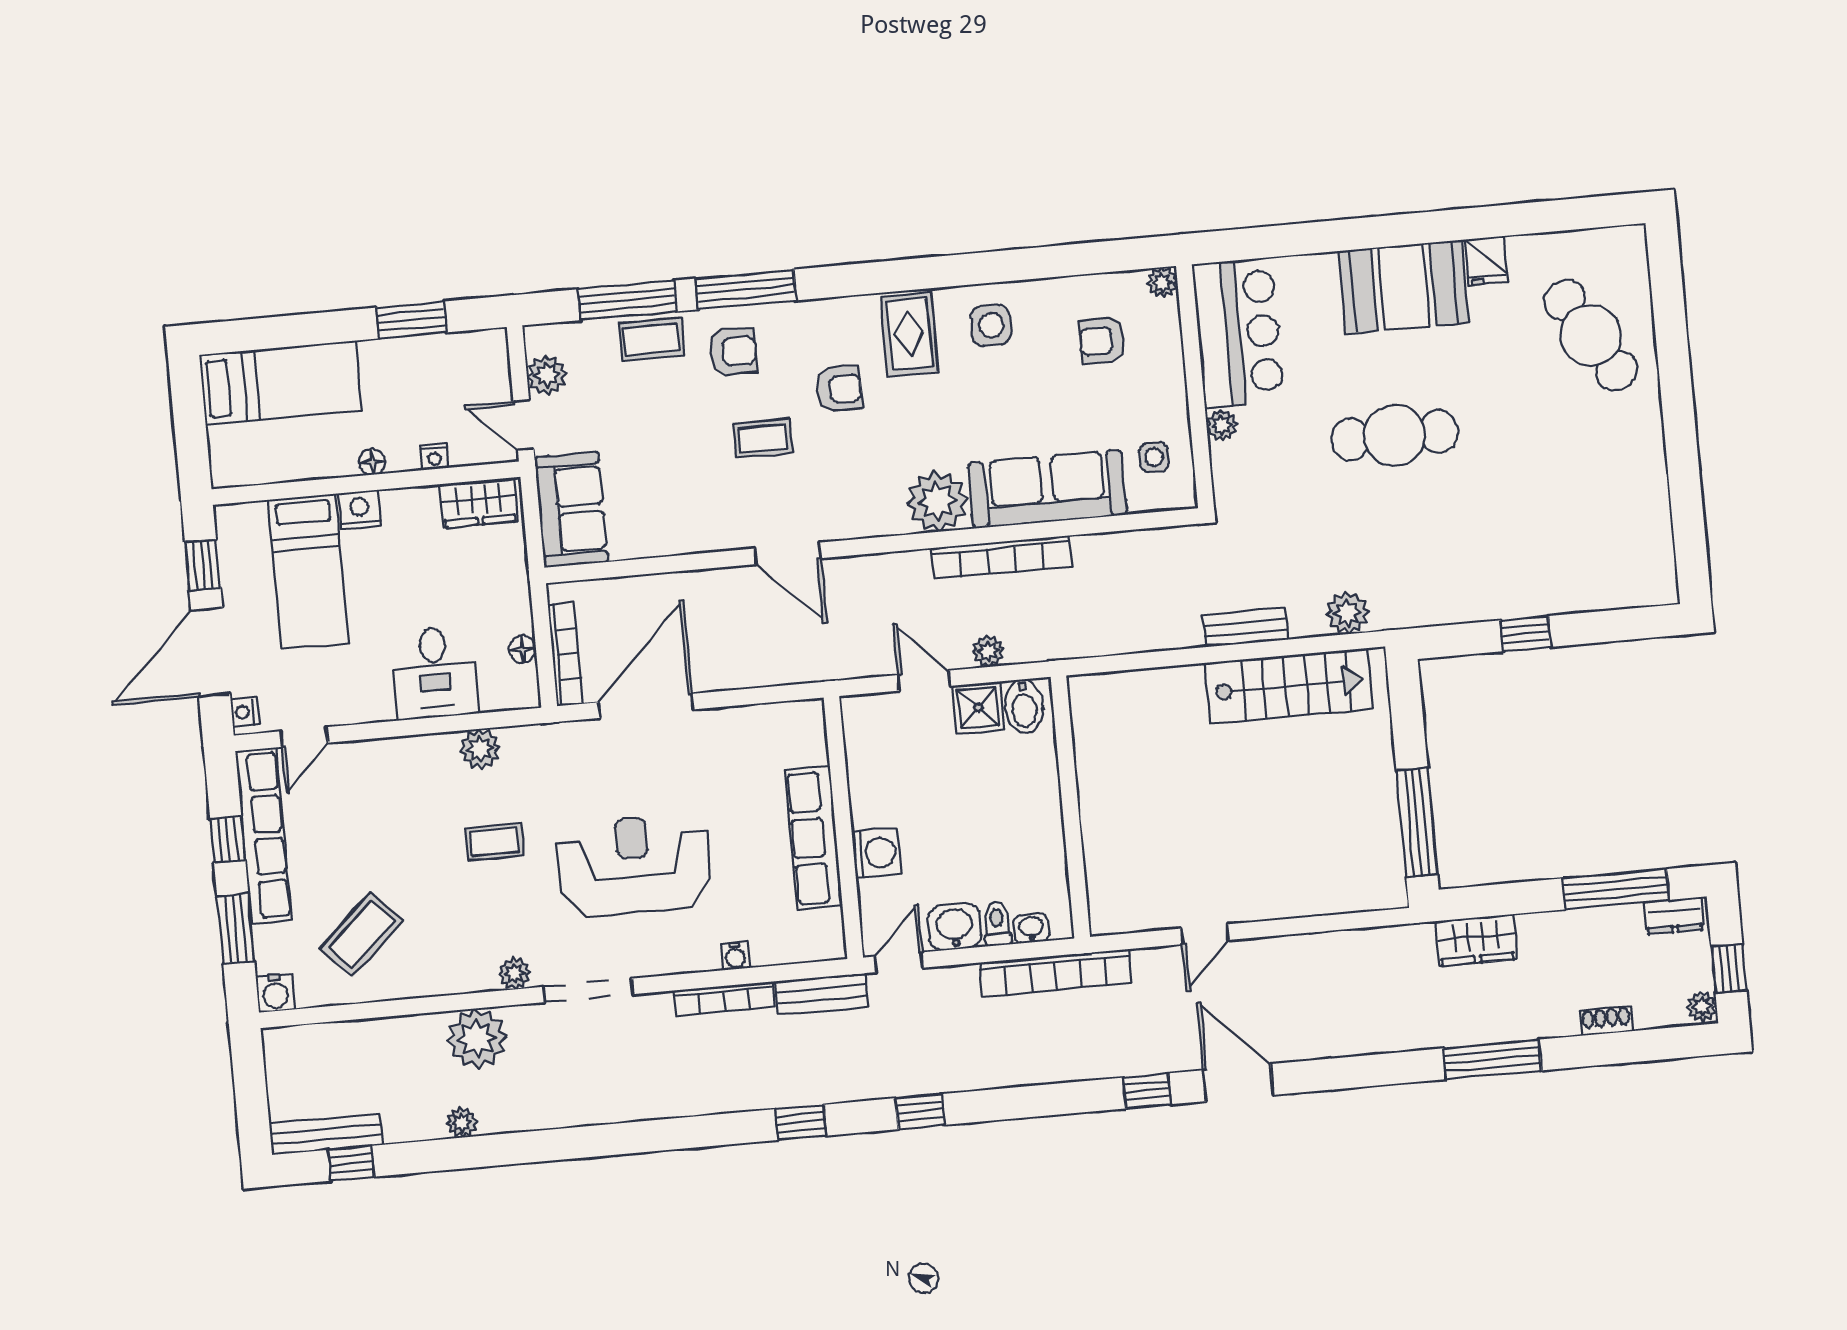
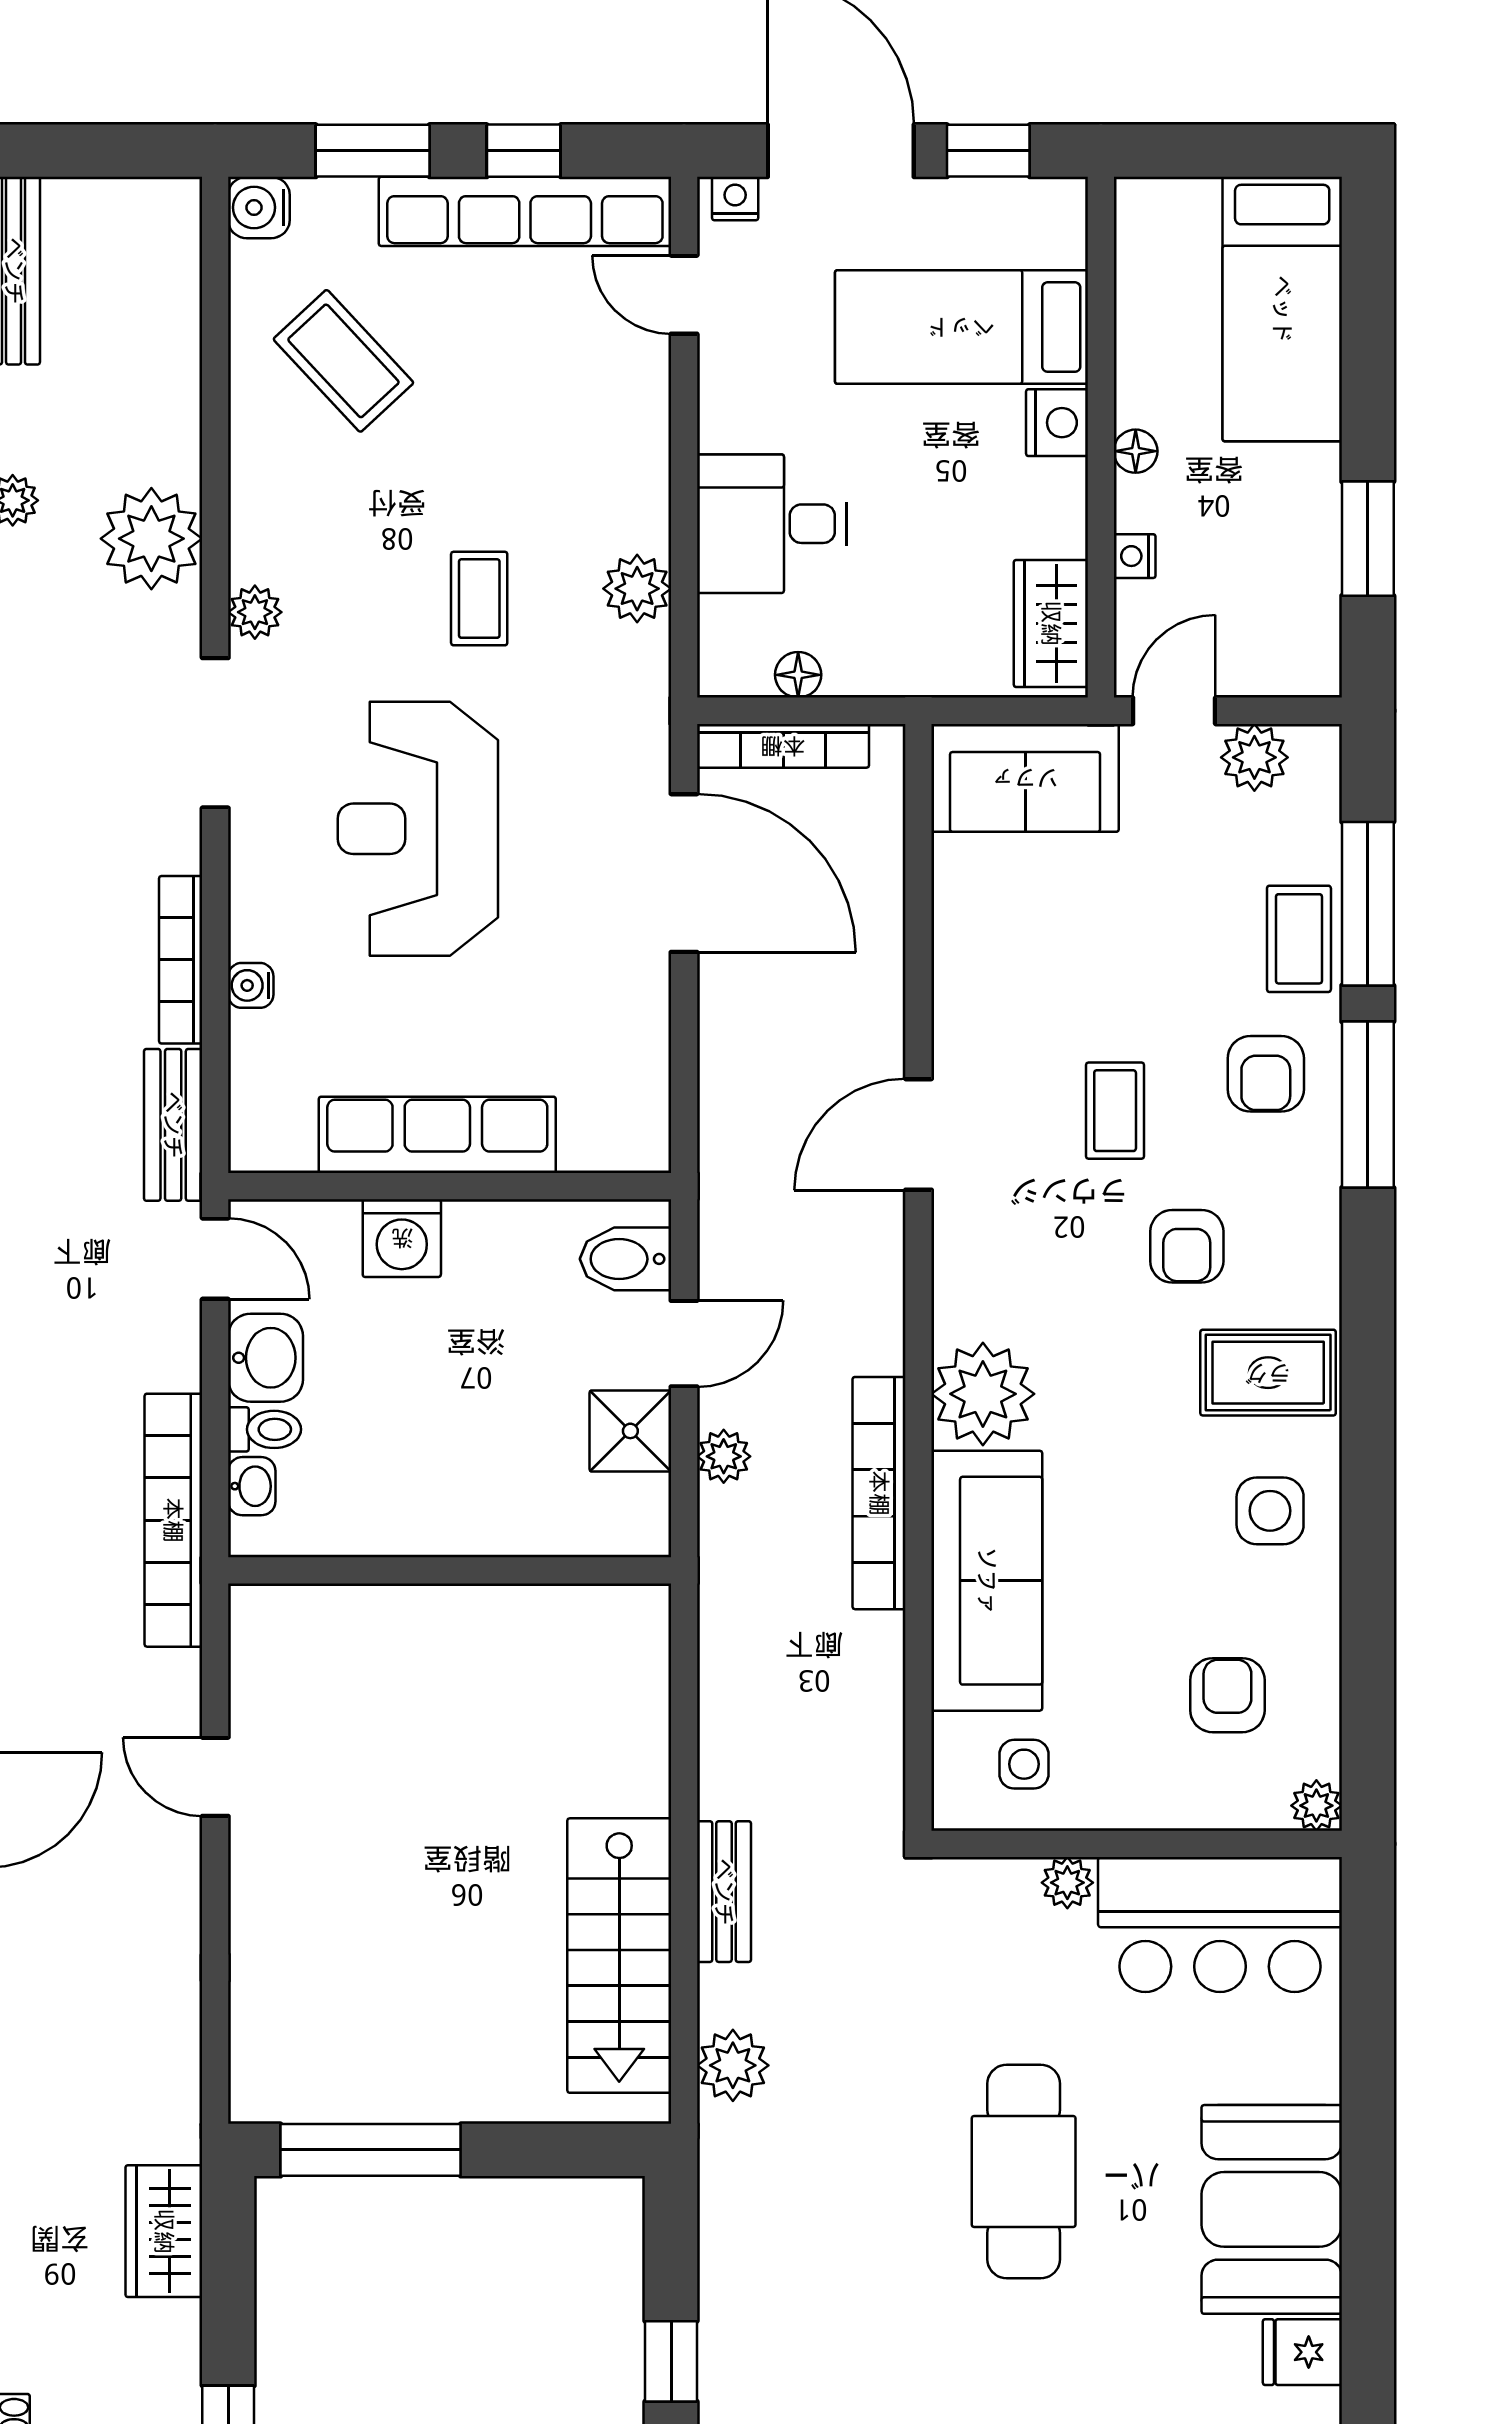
bidet: (1024, 706) -> (625, 1259), moved
reception desk: (634, 866) -> (418, 829), turned 180

